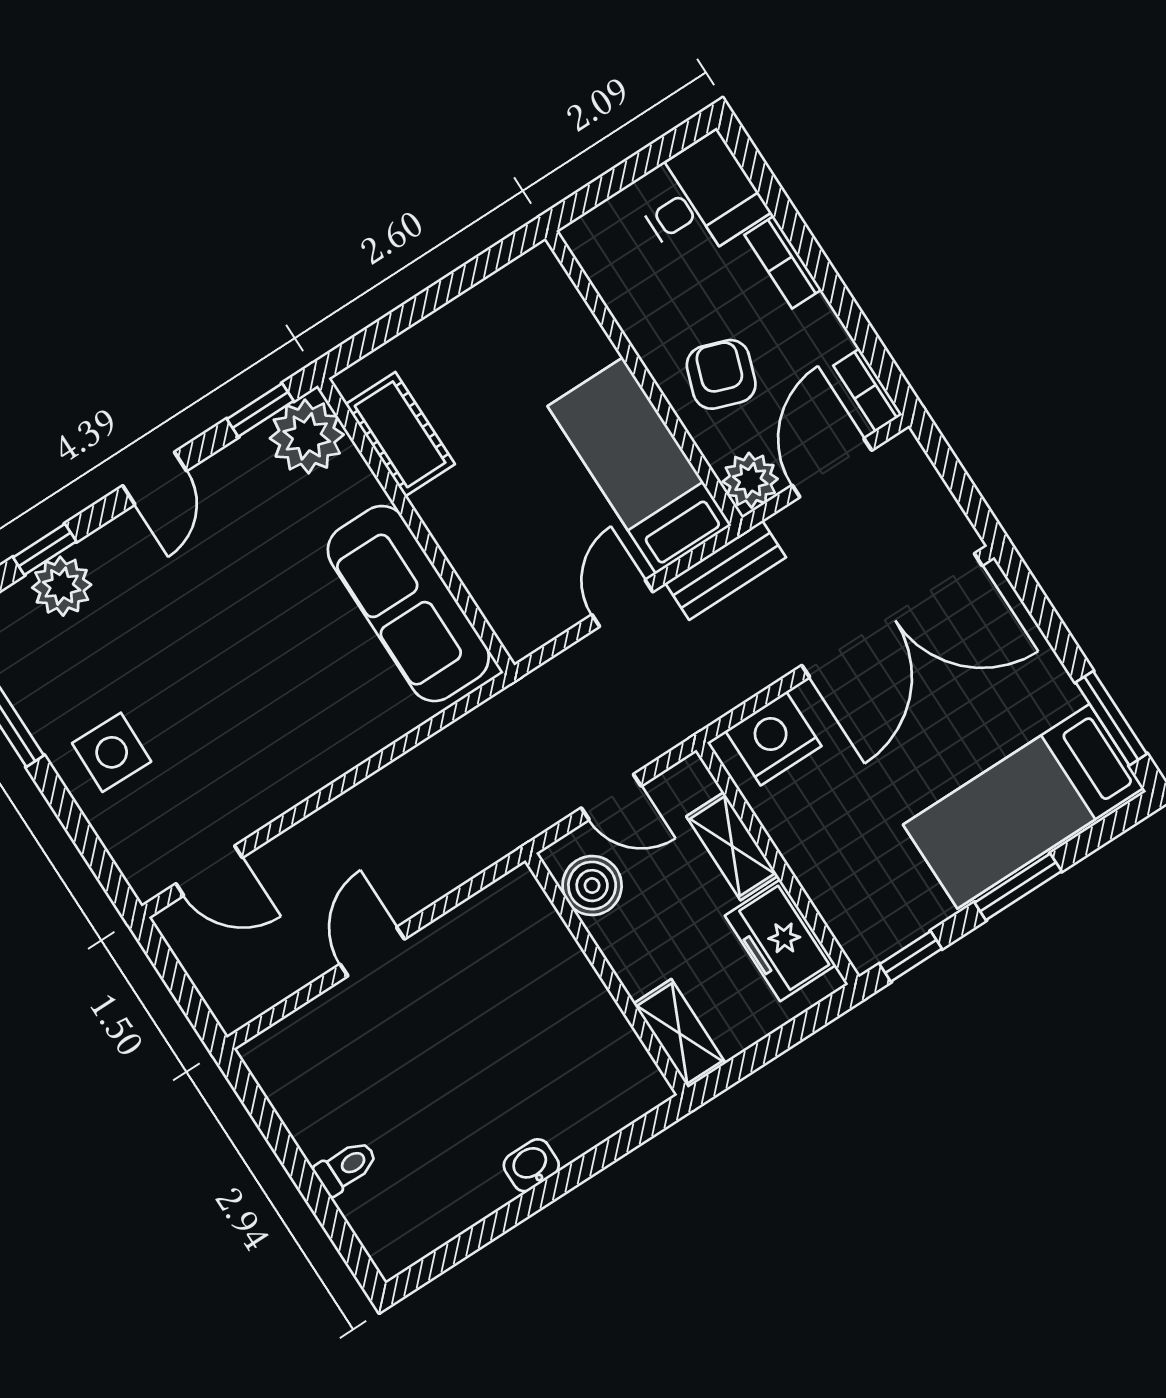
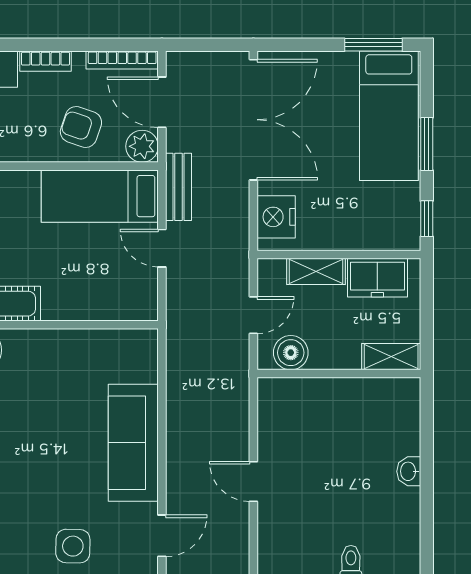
bookcase: (868, 390) -> (122, 60), width x1.56
sofa: (408, 604) -> (133, 443), moved, turned 90

